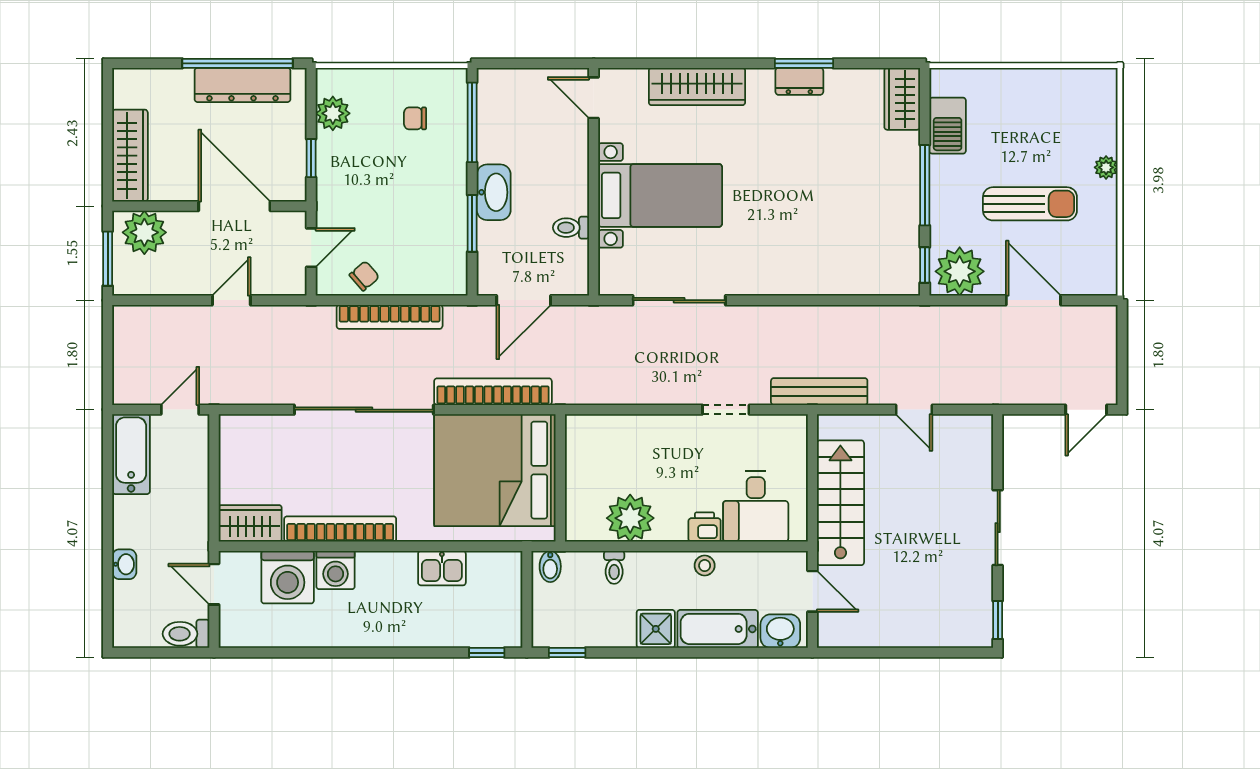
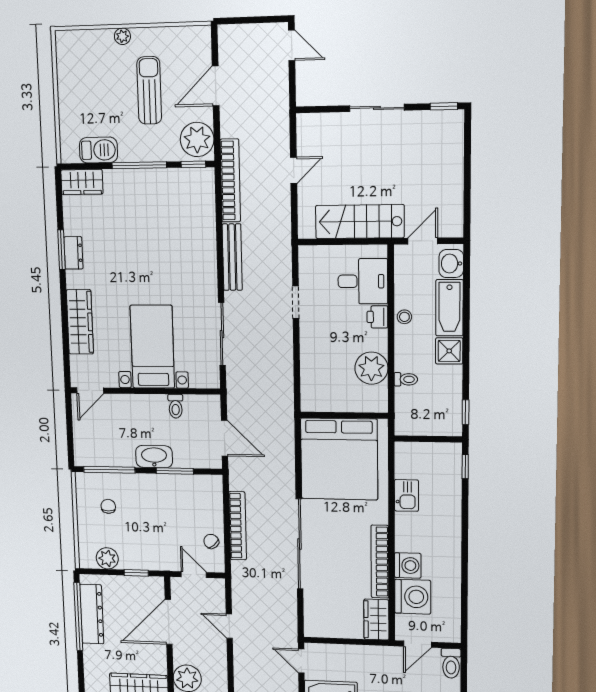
chair: (415, 118) -> (108, 506), turned 180
bookcase: (493, 392) -> (230, 181), moved, turned 180
bench: (819, 392) -> (232, 257), moved
bidet: (550, 566) -> (405, 423), removed

